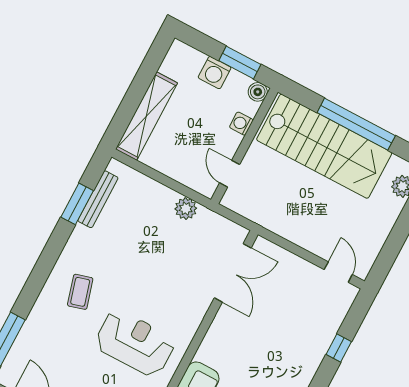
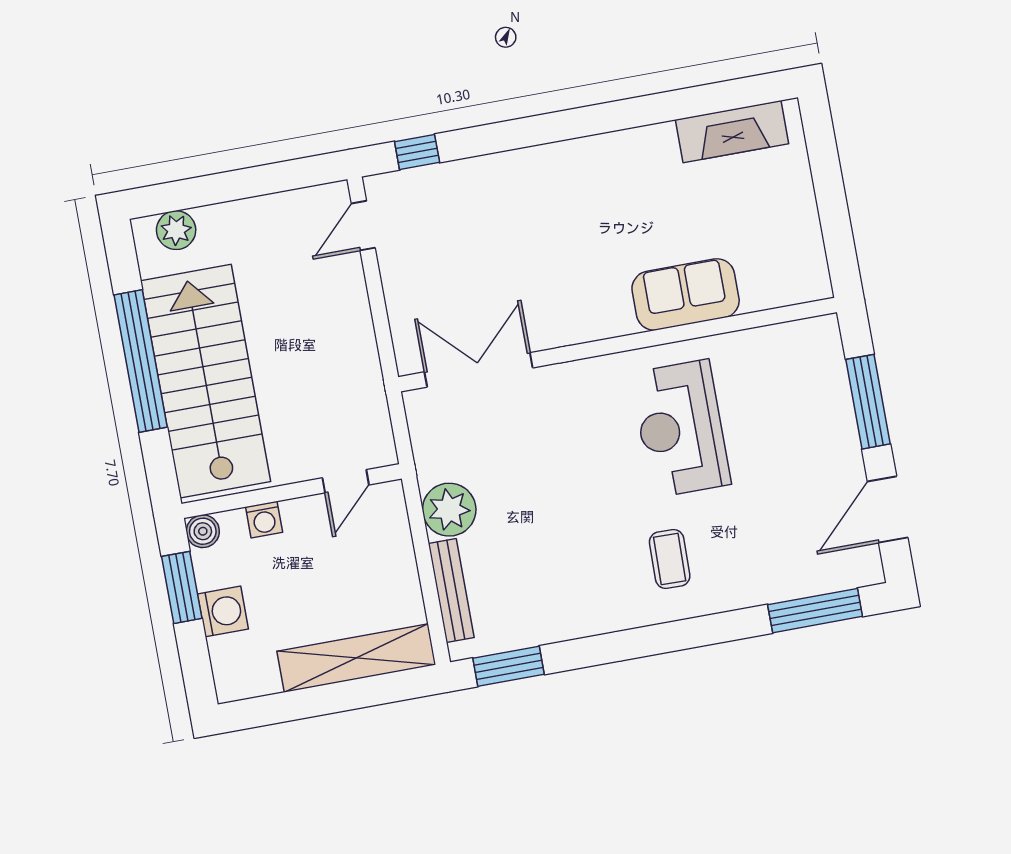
bench: (98, 199) -> (451, 590), moved, turned 90
window: (77, 204) -> (508, 666), moved
plant: (186, 209) -> (449, 510), width x1.36, depth x1.36
coffee table: (80, 292) -> (670, 559), turned -73
window: (339, 348) -> (417, 152), moved

